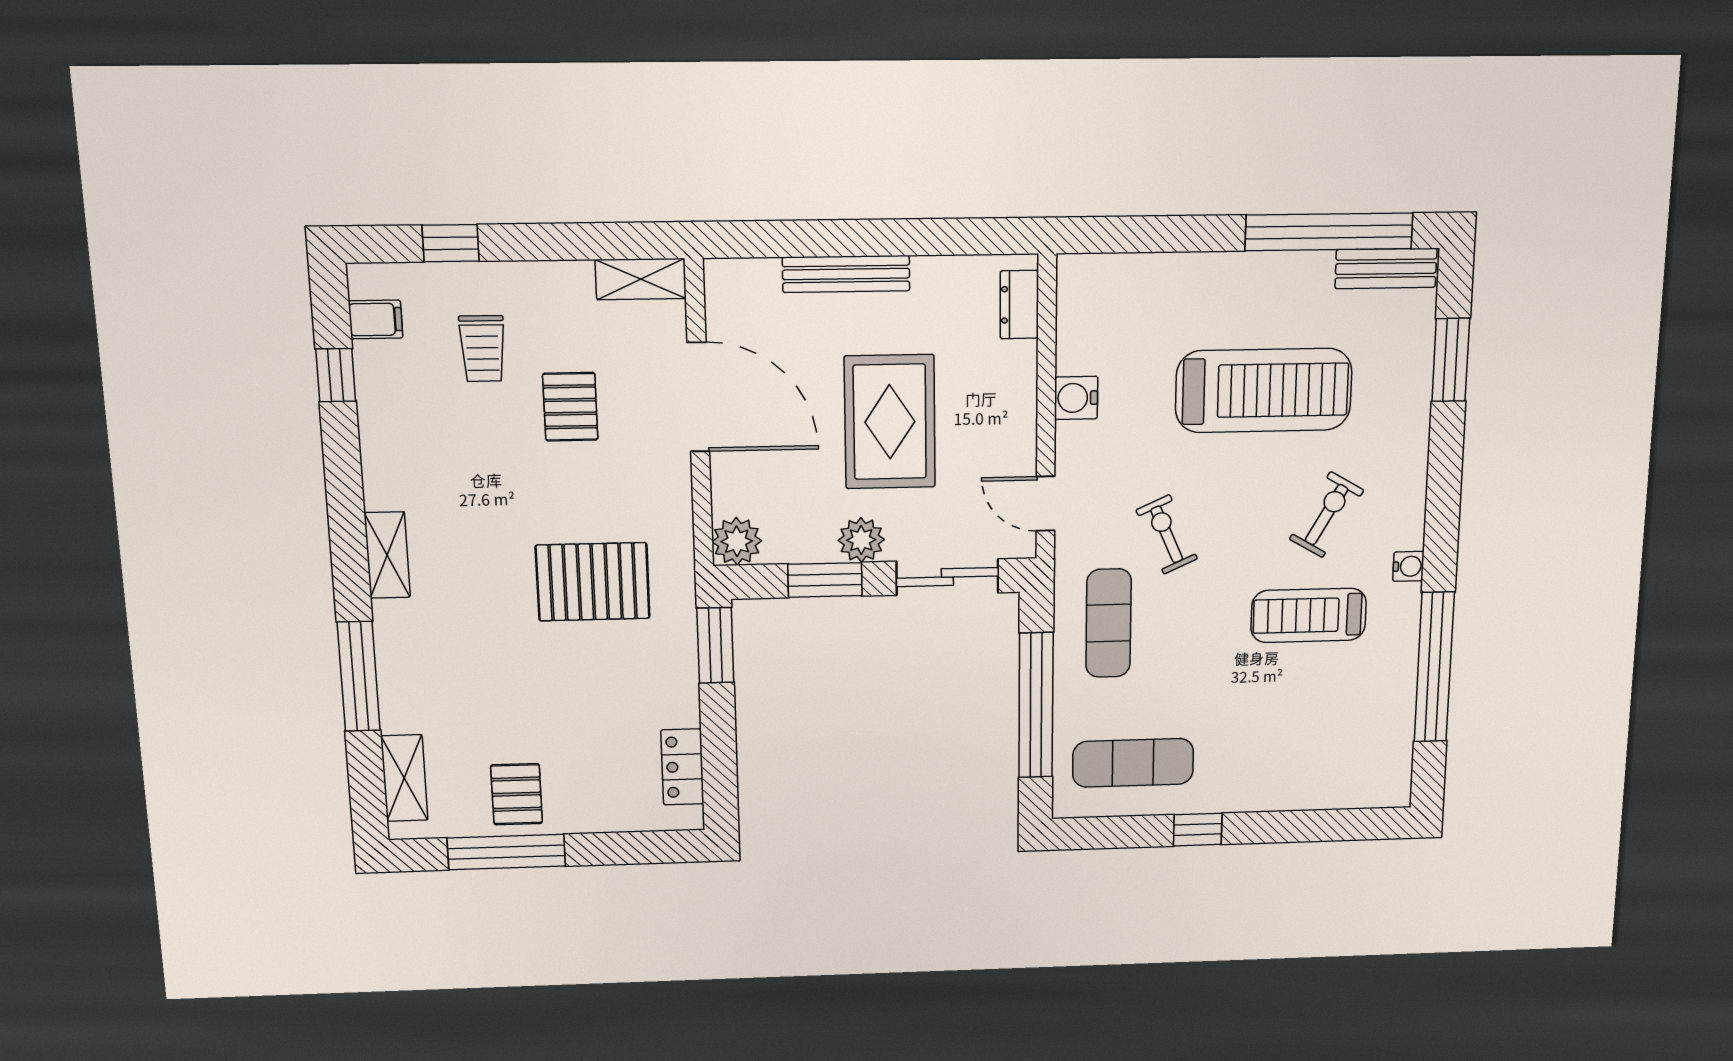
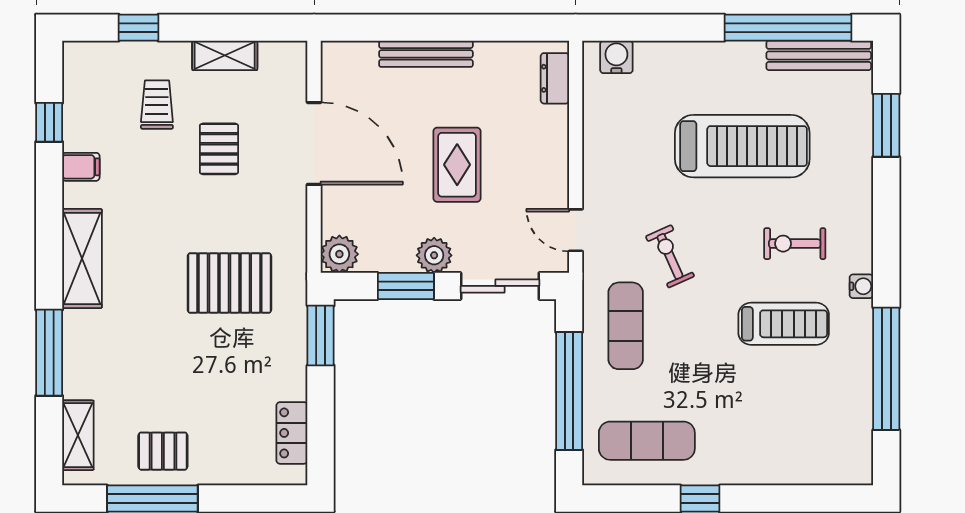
bench: (1386, 268) -> (819, 55), width x1.36
shelving: (641, 279) -> (225, 55), moved
filing cabinet: (376, 319) -> (81, 167), moved
trolley: (482, 349) -> (157, 105), turned 180
water cooler: (1076, 398) -> (616, 57), moved, turned 90
rug: (890, 422) -> (457, 165), width x0.73, depth x0.70
exercise bike: (1327, 515) -> (795, 244), turned -120
shelving: (387, 555) -> (82, 259), width x1.50, depth x1.33
treadmill: (1309, 615) -> (784, 324), turned 180
pallet: (517, 794) -> (163, 451), turned 90

